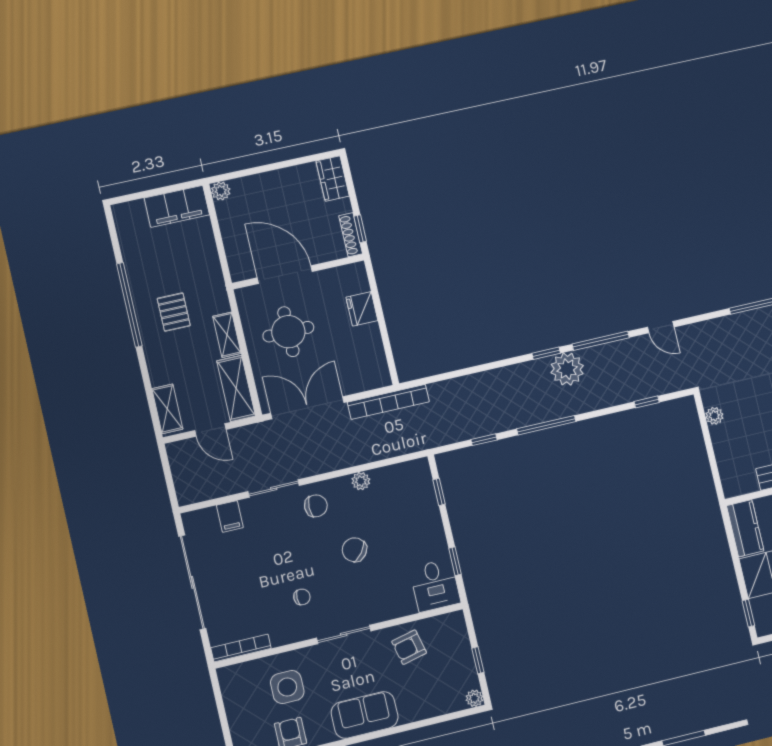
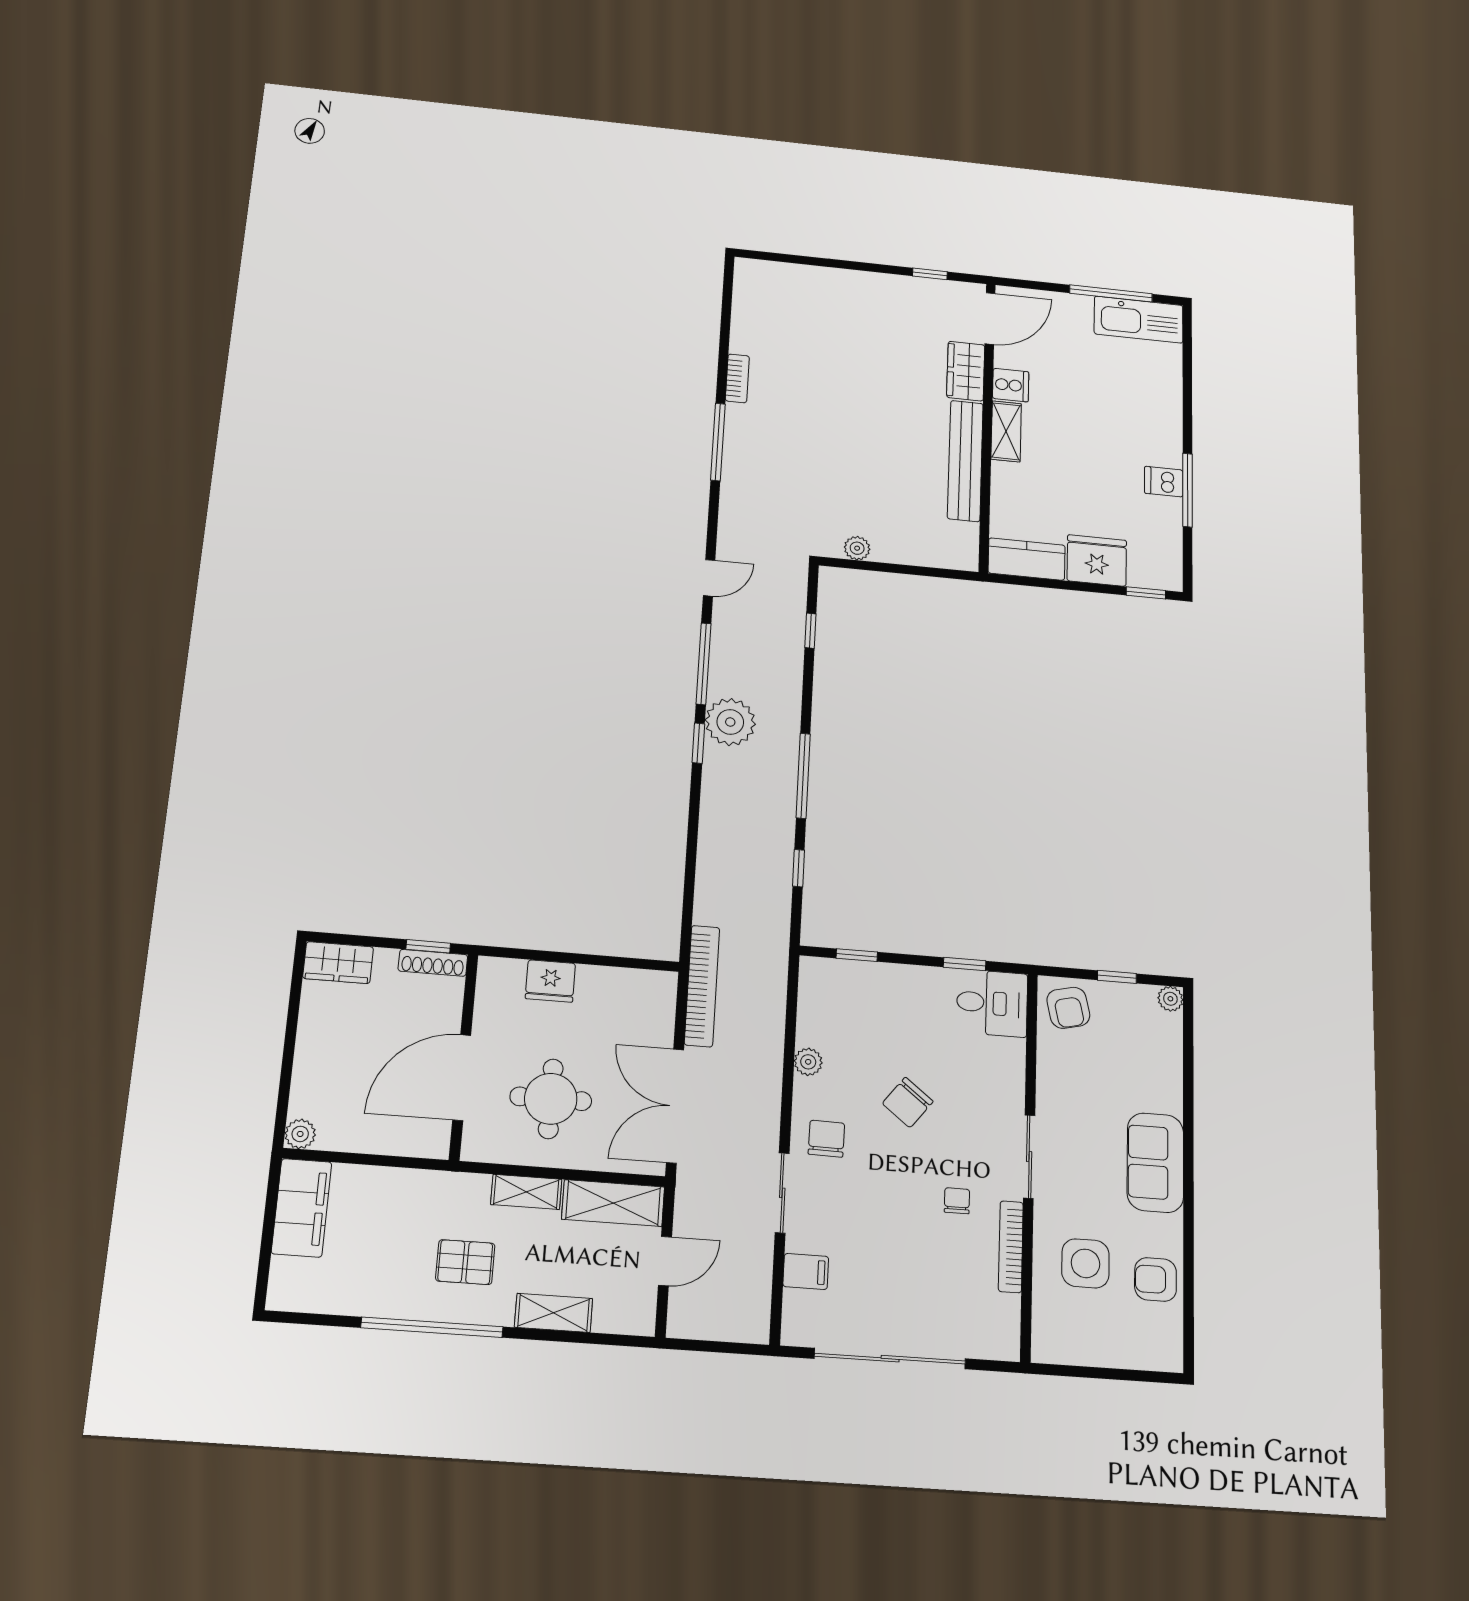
shelving: (167, 409) -> (554, 1313), moved
armchair: (409, 647) -> (1068, 1008), moved
bookcase: (241, 648) -> (1011, 1247), moved

